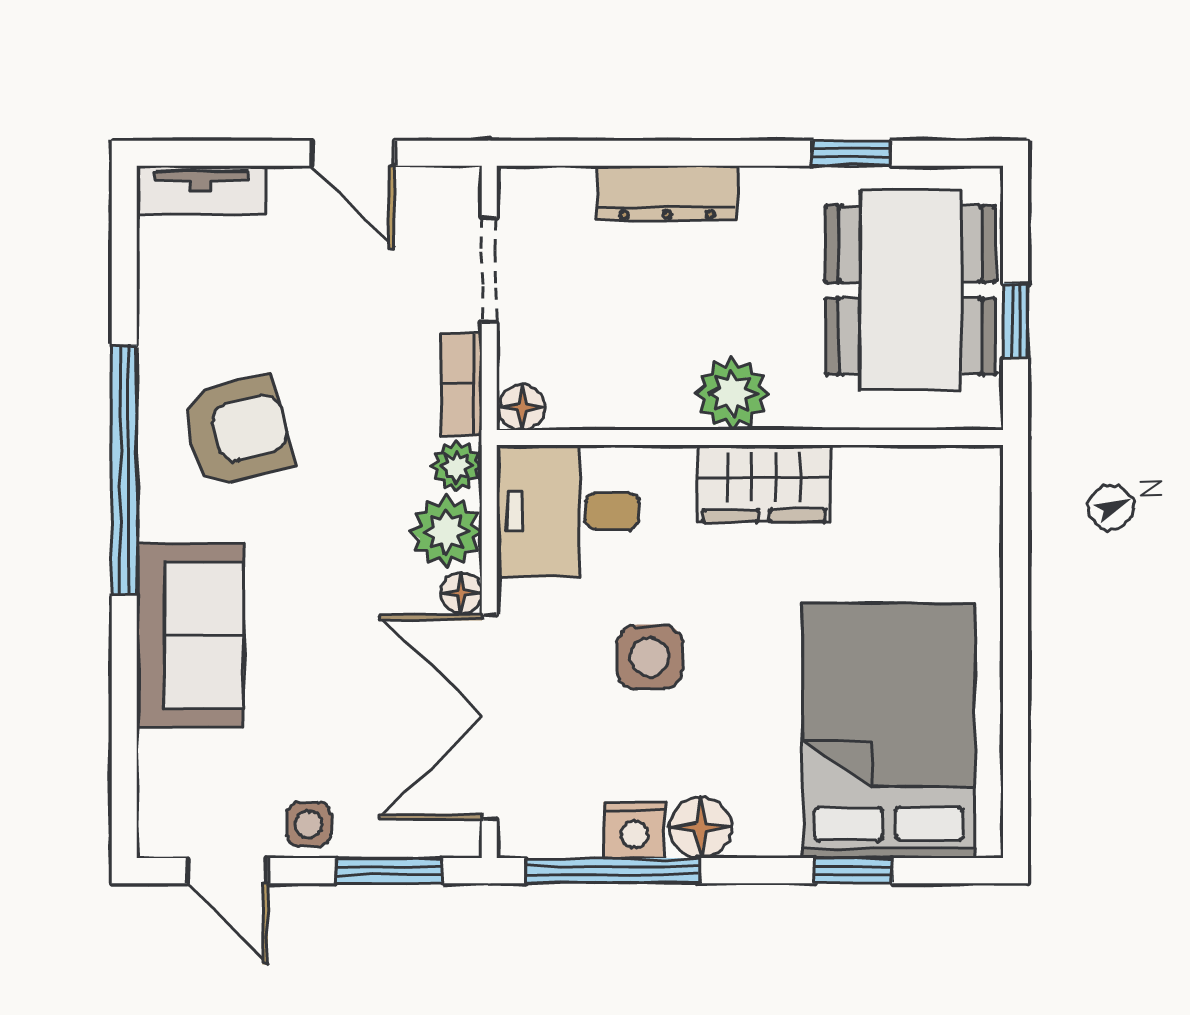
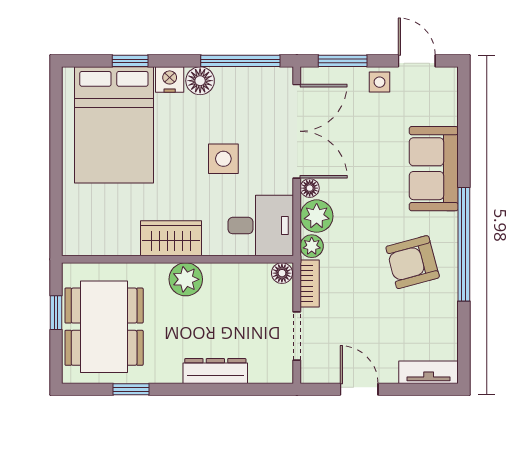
nightstand: (634, 830) -> (170, 80), moved

